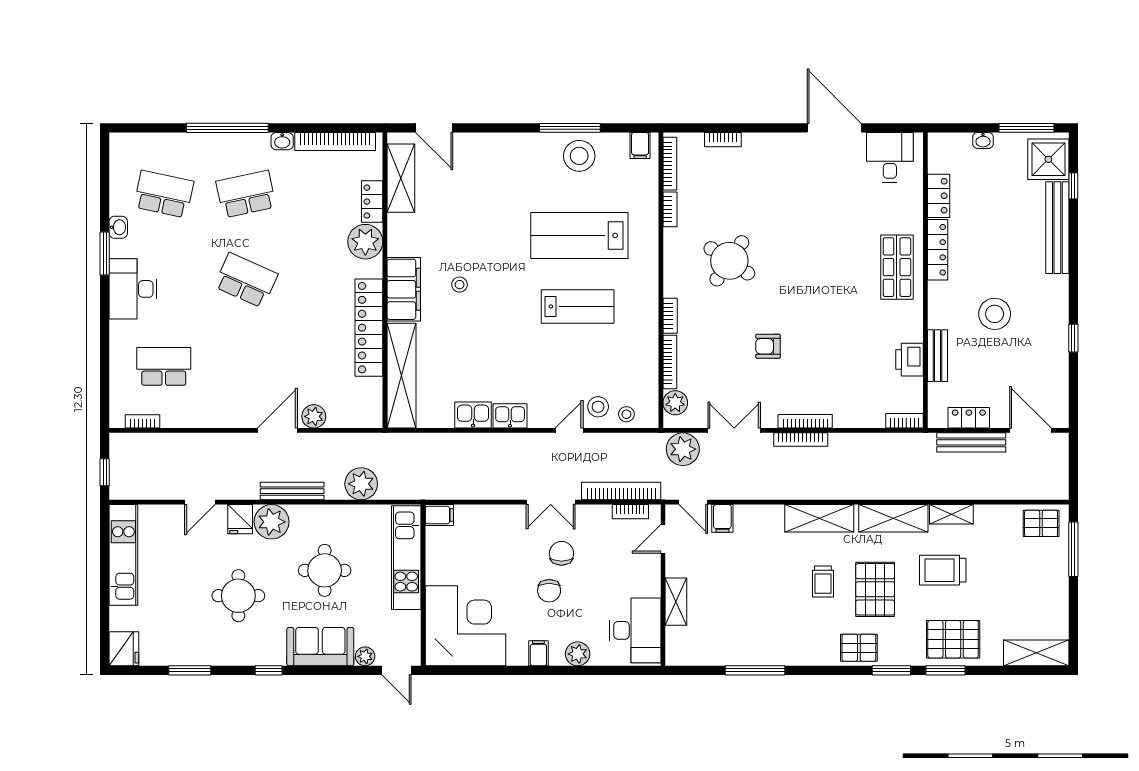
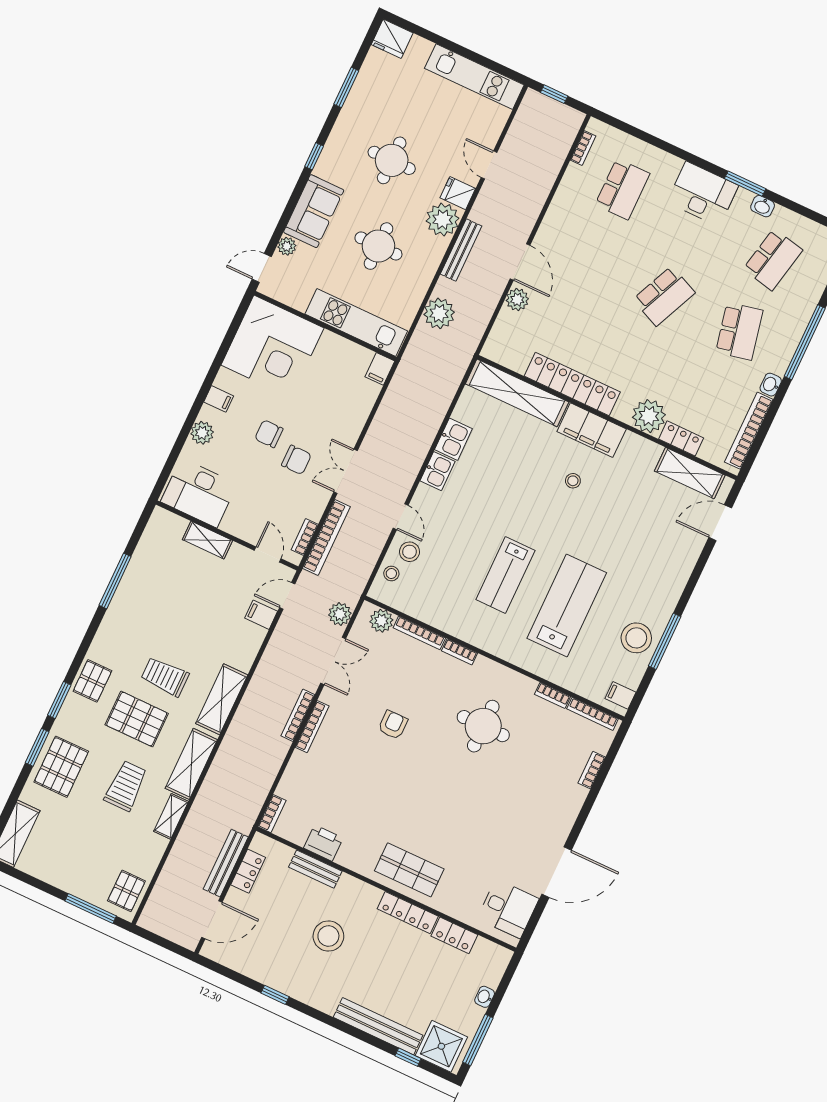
round table: (729, 261) -> (483, 726), turned -34
plant: (683, 449) -> (340, 614), width x0.73, depth x0.73
trolley: (823, 581) -> (165, 677), width x1.36, depth x1.39

